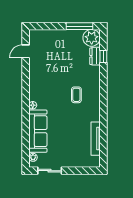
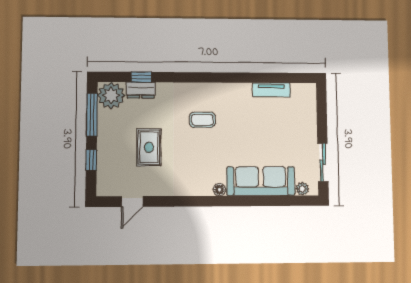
window: (51, 26) -> (91, 160), added
door: (26, 51) -> (132, 202), hinge flipped
rug: (59, 61) -> (149, 147), added
tv unit: (96, 139) -> (271, 90), width x0.71

